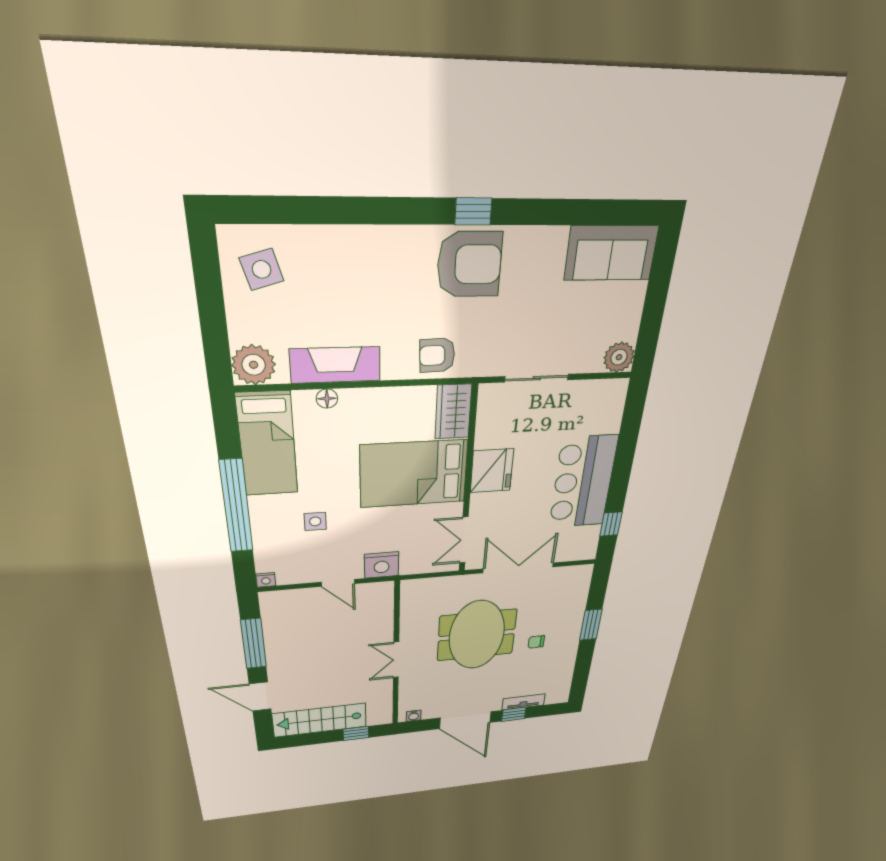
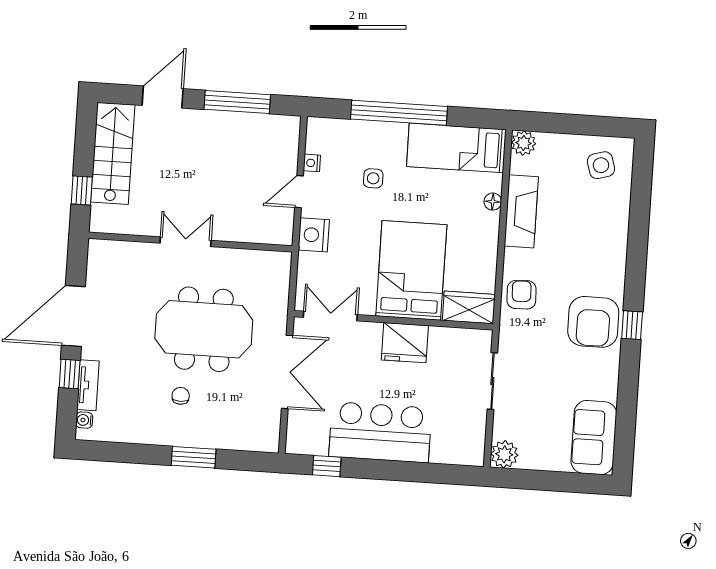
plant: (254, 365) -> (524, 143), width x0.73, depth x0.73
nightstand: (266, 580) -> (312, 163), moved
water cooler: (414, 716) -> (84, 420), moved

